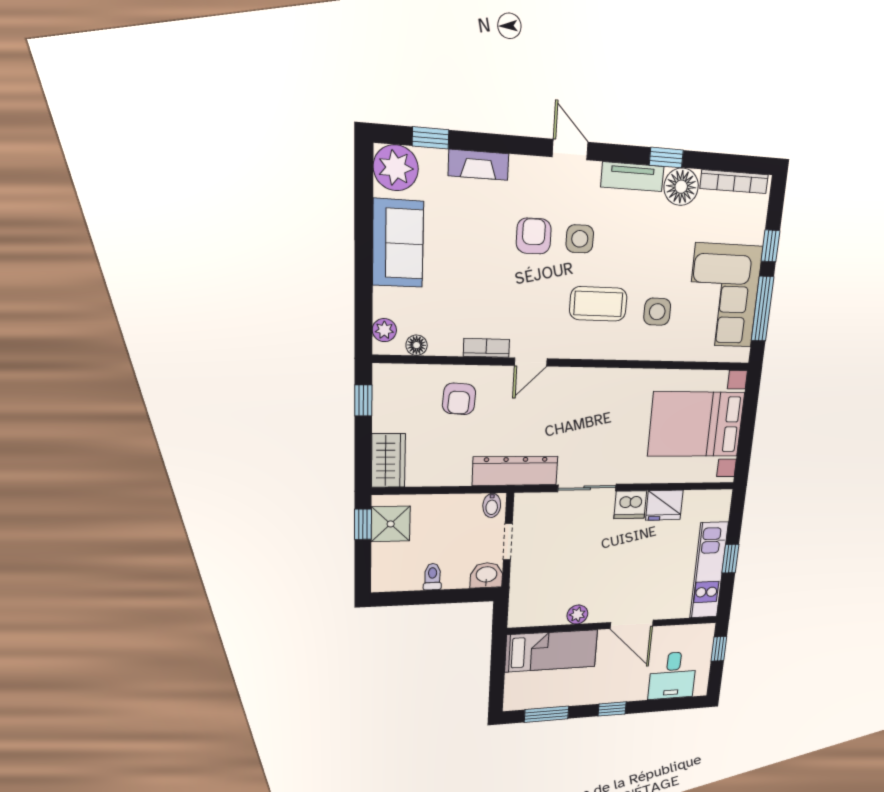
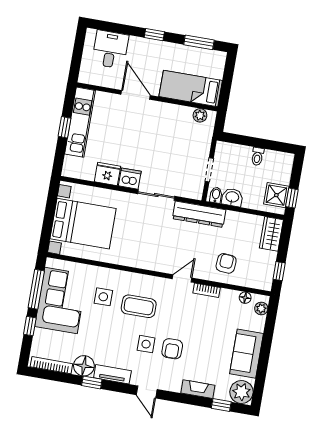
washbasin: (486, 575) -> (232, 197), moved, turned 180
plant: (577, 615) -> (200, 115), moved
window: (719, 649) -> (76, 62), removed

